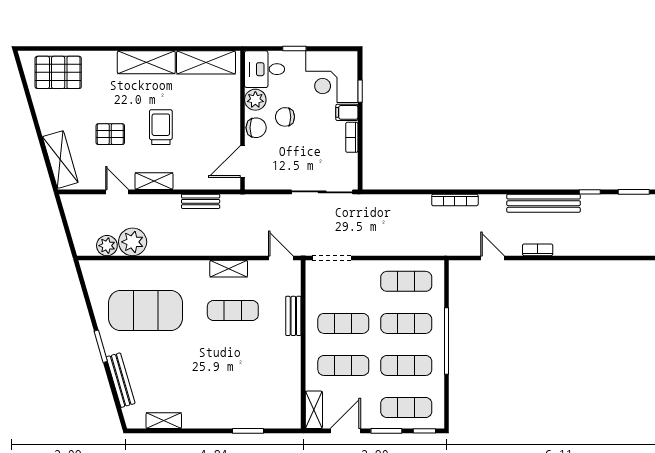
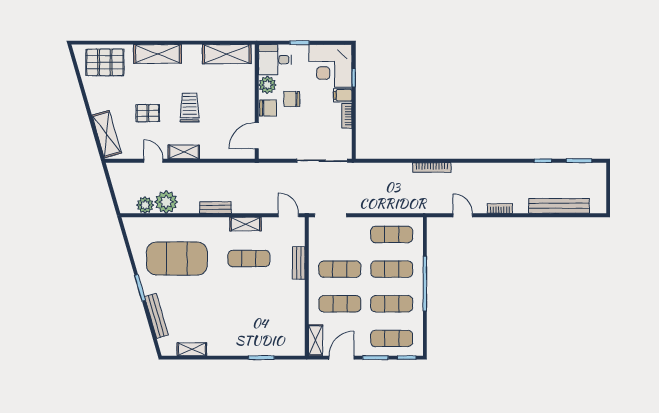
shelving: (146, 62) -> (157, 54), moved
bench: (201, 201) -> (216, 207), moved
bench: (544, 203) -> (559, 206), moved

